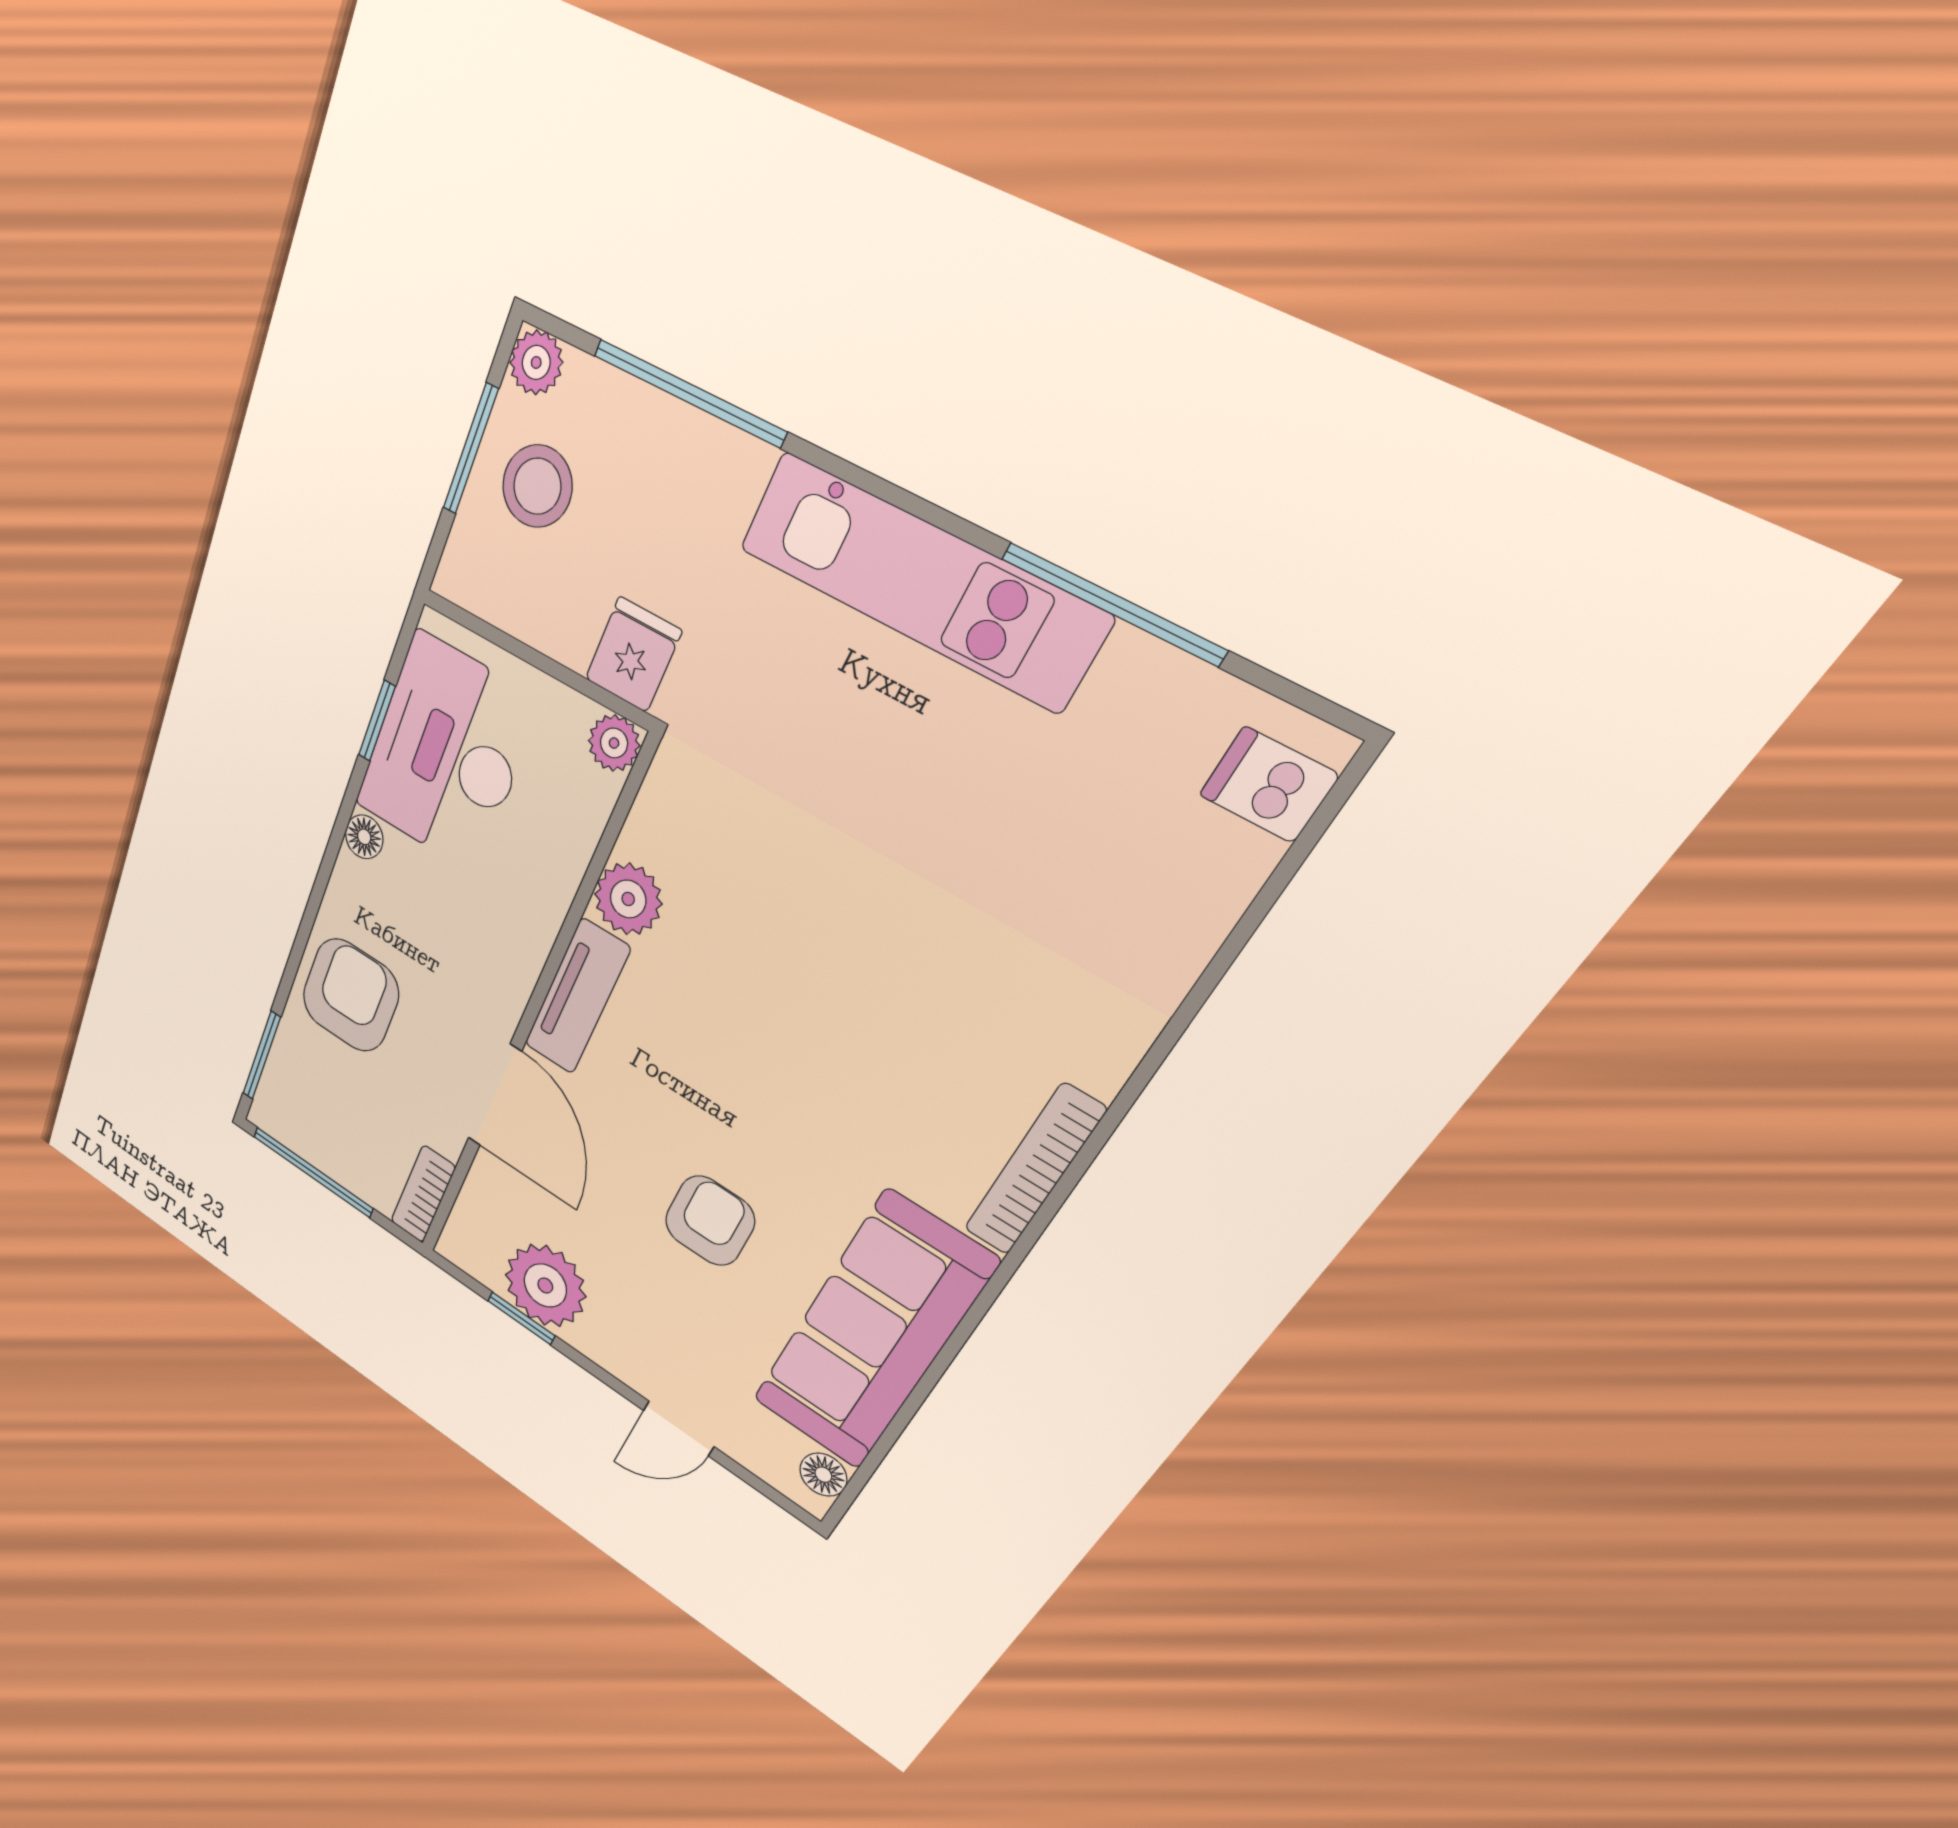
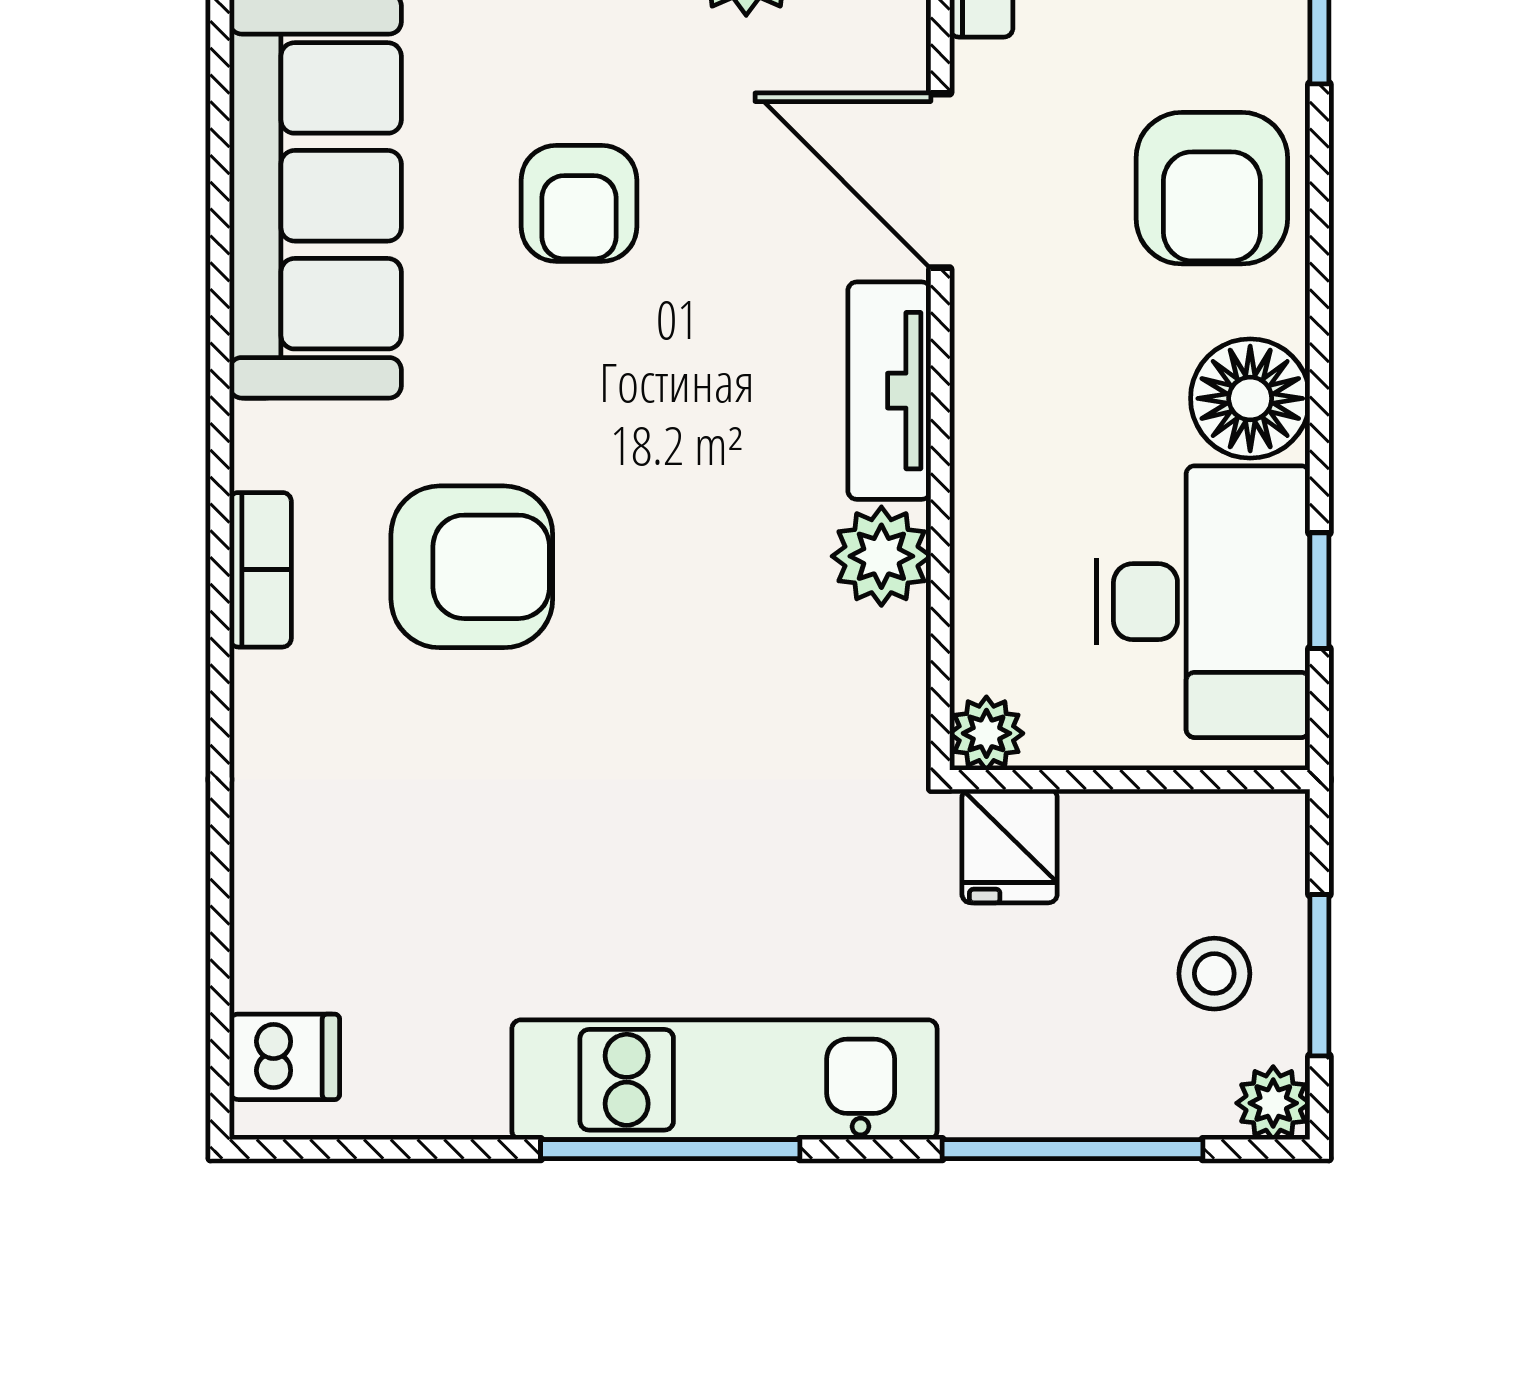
stool: (537, 486) -> (1214, 974), width x0.73, depth x0.73
window: (1113, 604) -> (670, 1149), moved
floor lamp: (364, 837) -> (1250, 398), width x1.89, depth x1.89
armchair: (901, 1054) -> (472, 567), added
bookcase: (1034, 1170) -> (260, 570), width x0.64

